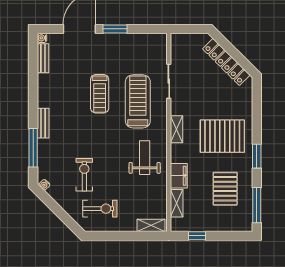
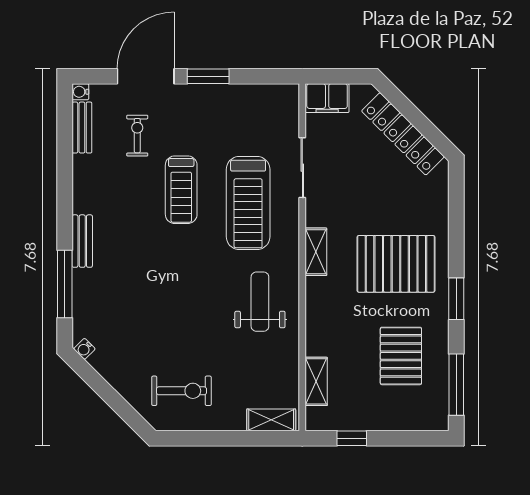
treadmill: (138, 101) -> (248, 203), turned 180
exercise bike: (84, 175) -> (137, 136), moved, width x0.73, depth x0.72
filing cabinet: (179, 176) -> (327, 98), moved, turned 90

